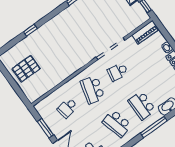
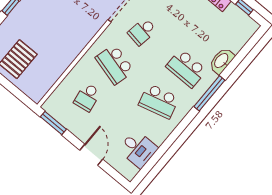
window: (45, 128) -> (53, 123), moved

